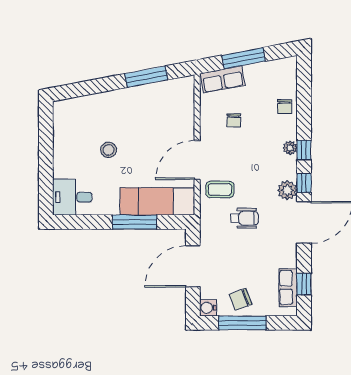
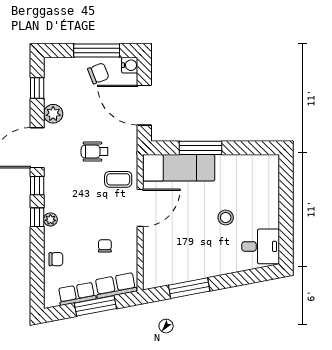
chair: (284, 107) -> (56, 259), turned 90
plant: (287, 190) -> (53, 114), moved
desk: (72, 197) -> (261, 246), moved
door: (193, 266) -> (144, 105), swing flipped
row of seats: (288, 287) -> (77, 294), moved, turned -101

